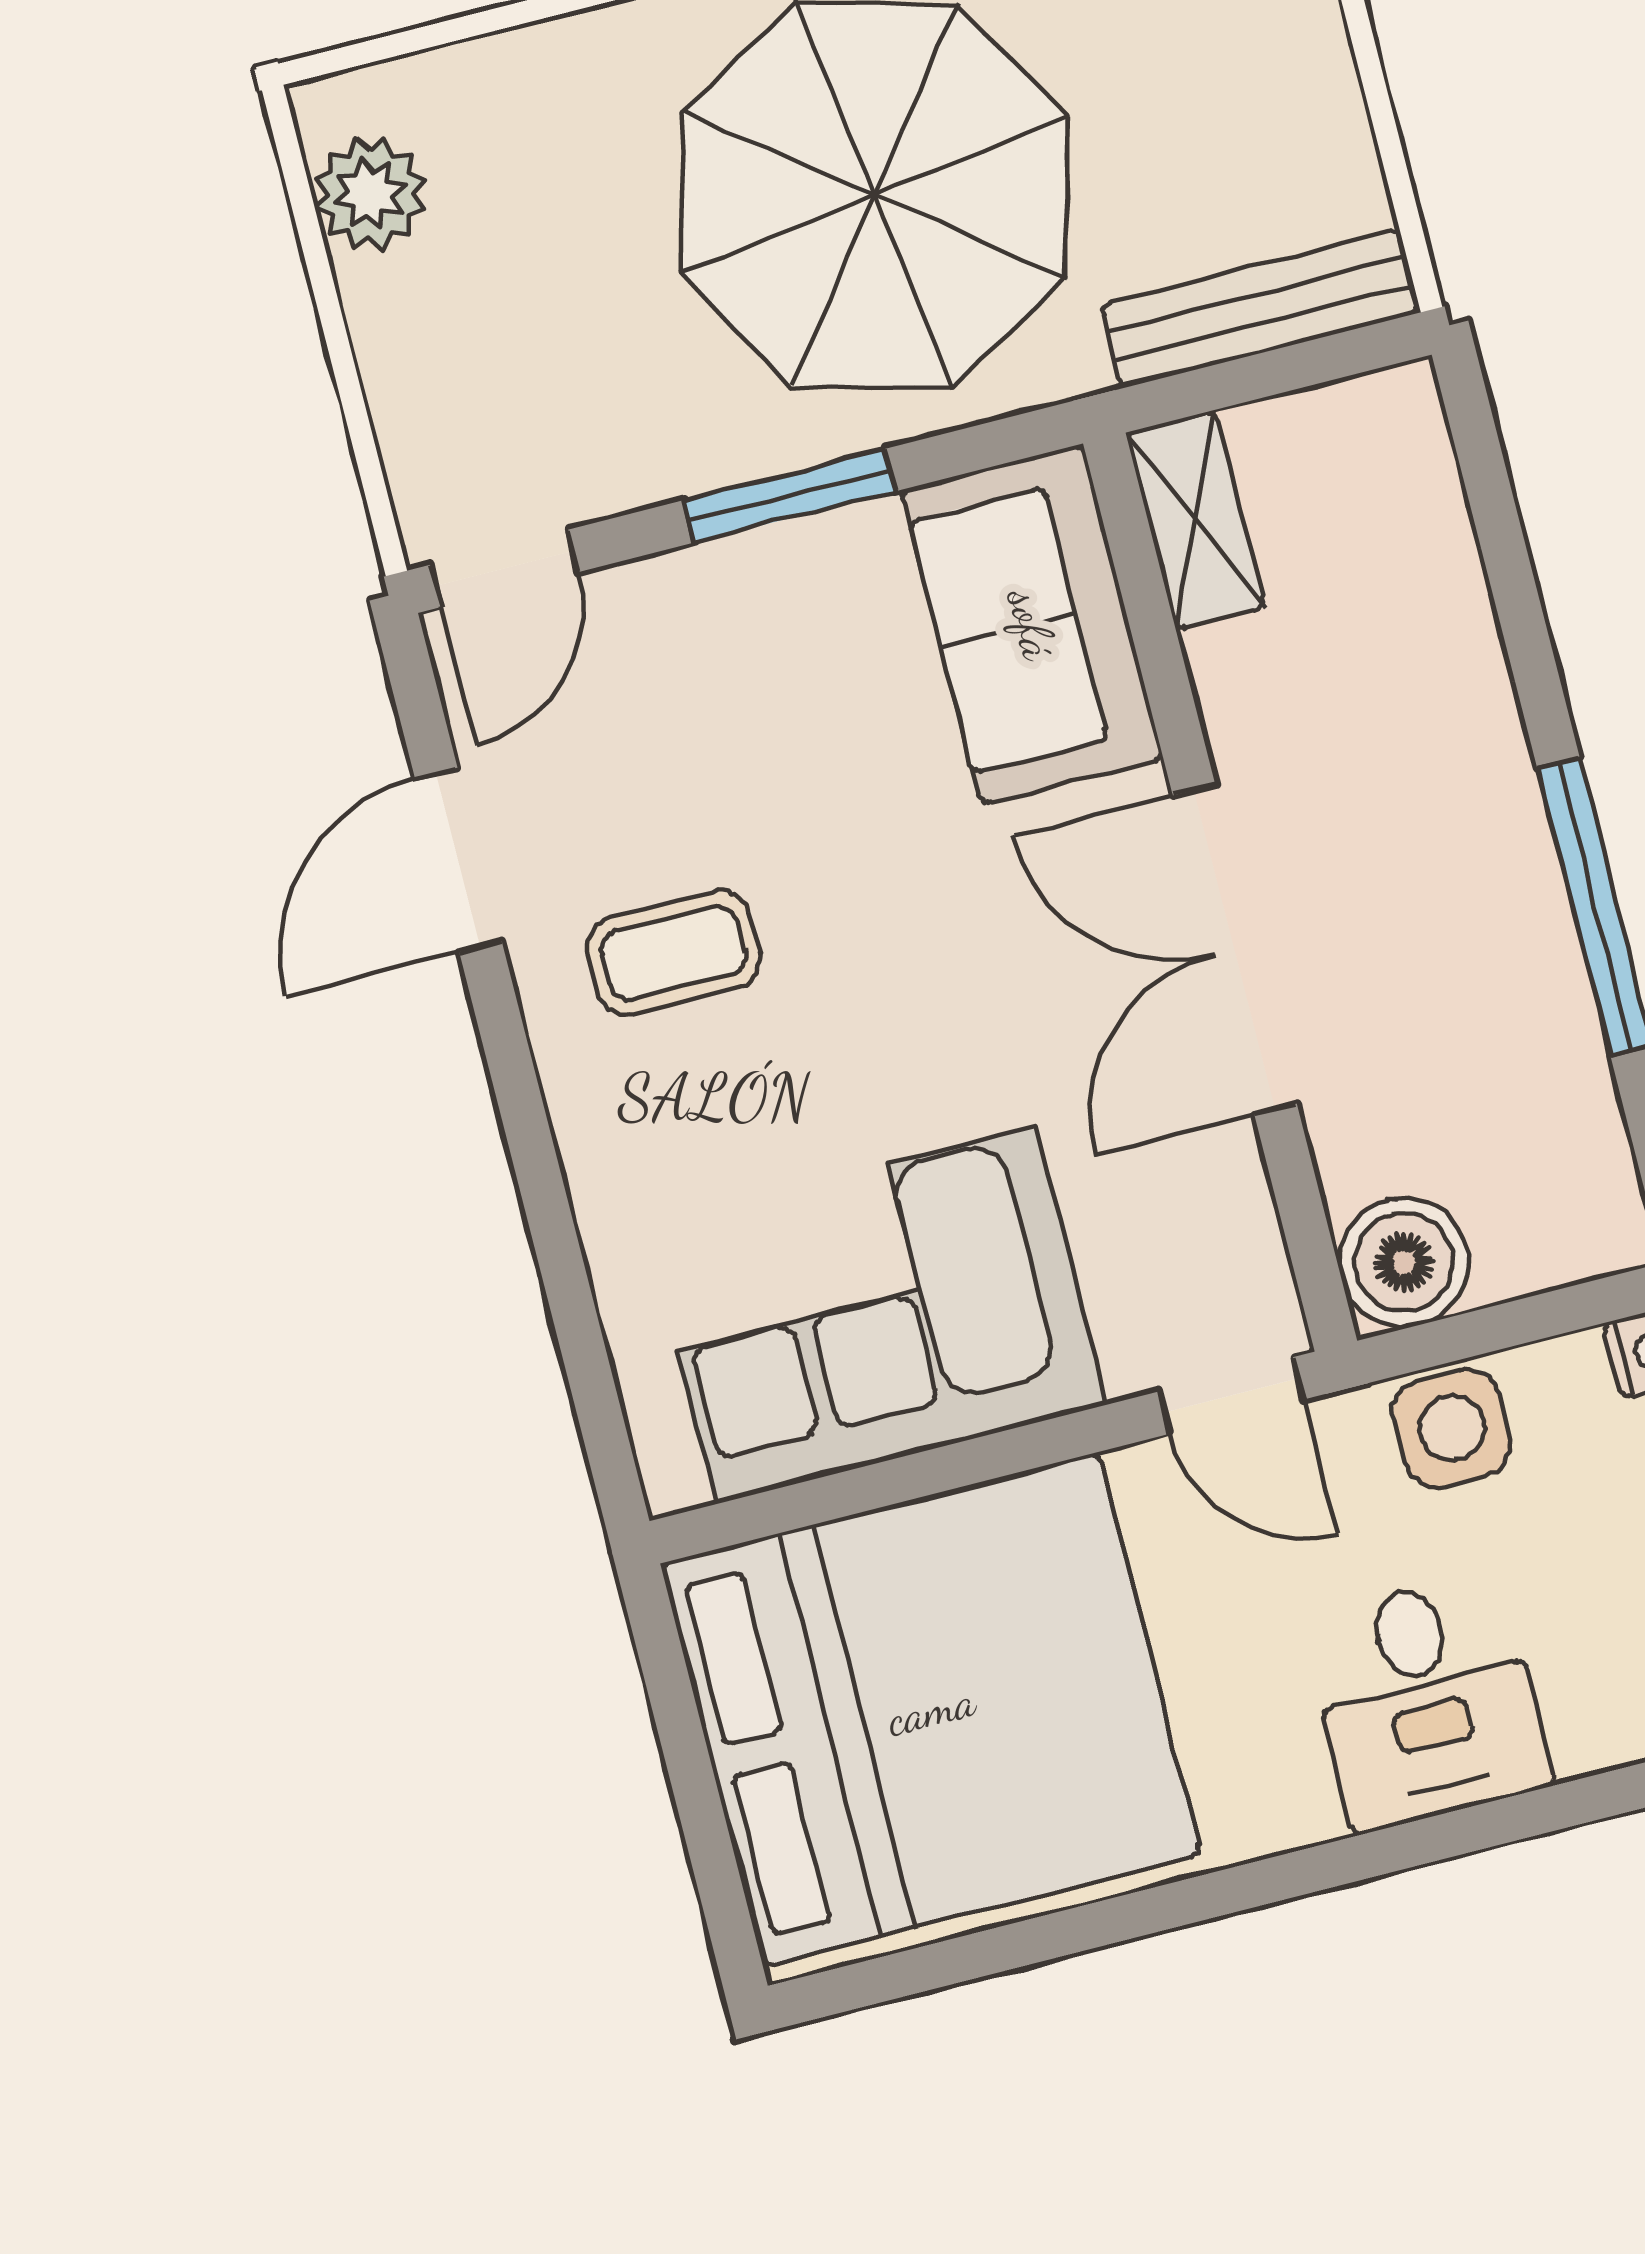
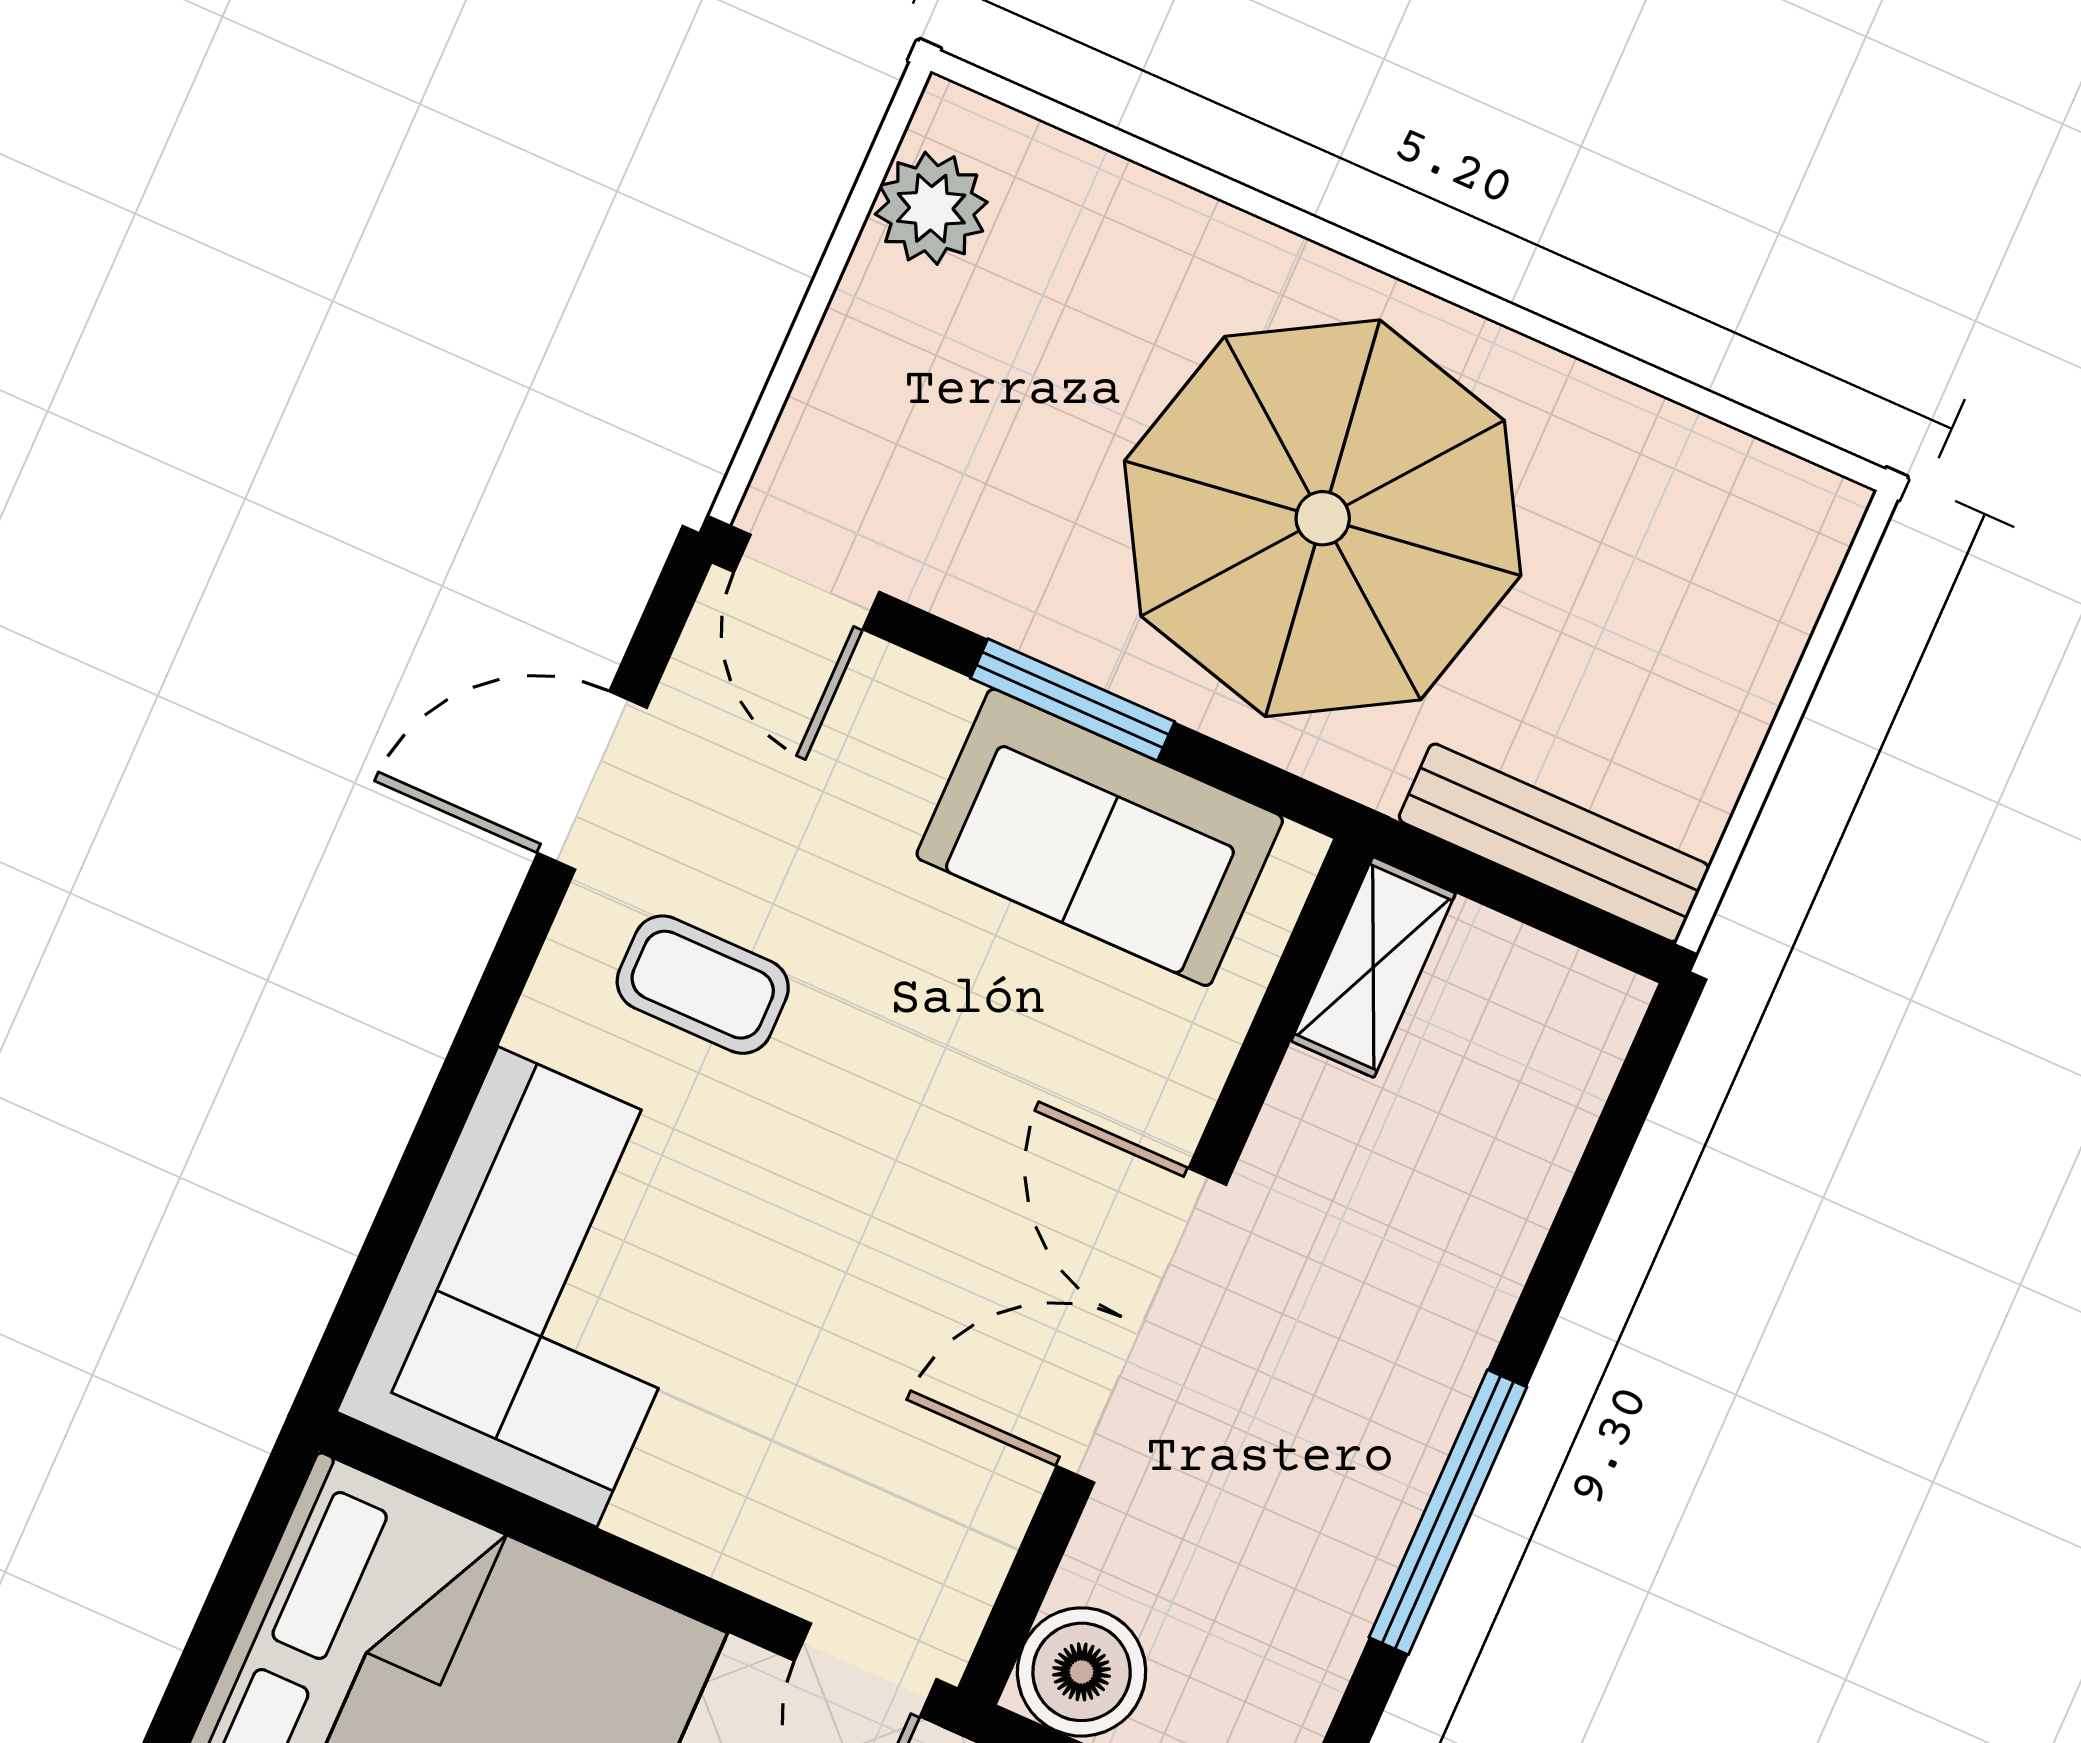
door: (505, 568) -> (807, 582), hinge flipped
sofa: (1032, 624) -> (1100, 837), moved, turned -90
corner sofa: (877, 1315) -> (547, 1287), moved, turned 90

